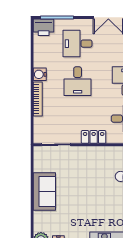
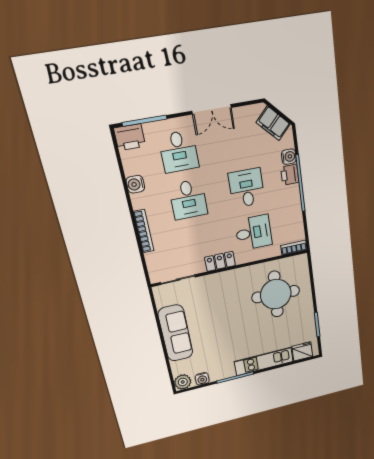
desk: (78, 44) -> (179, 151), turned -90
water cooler: (40, 74) -> (135, 184), moved
sofa: (44, 192) -> (176, 333), width x1.36

